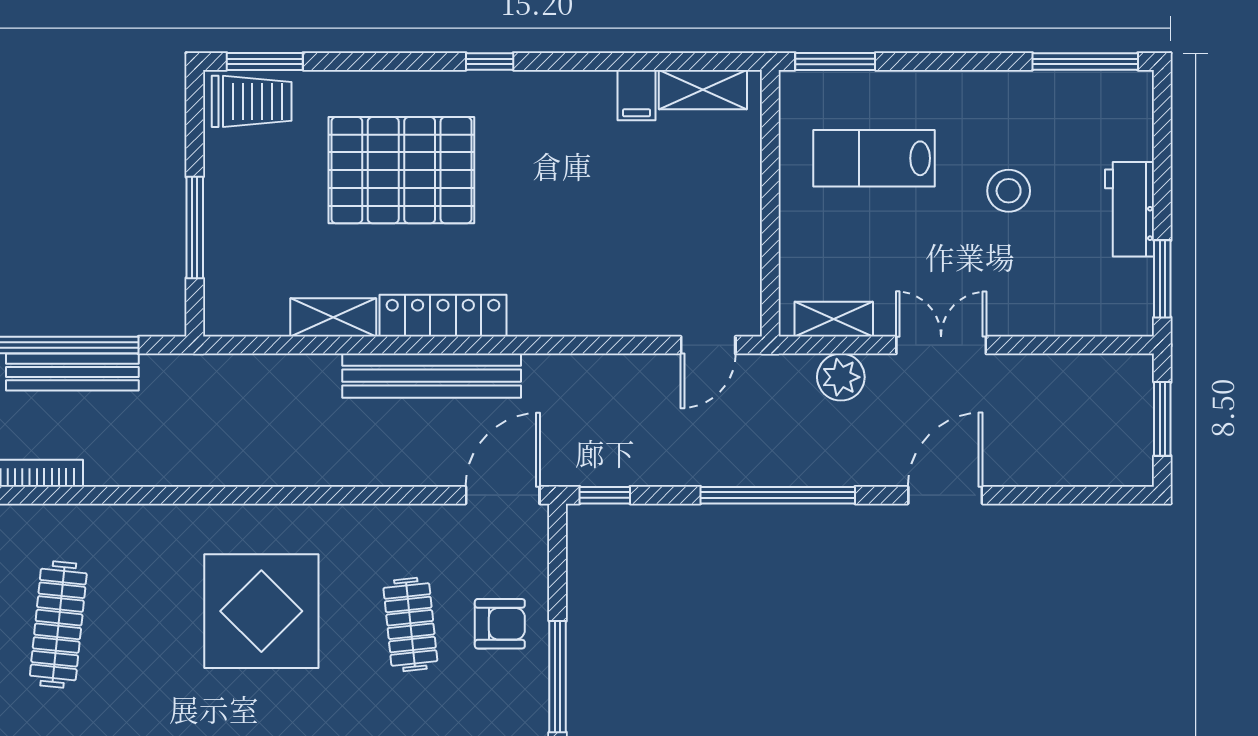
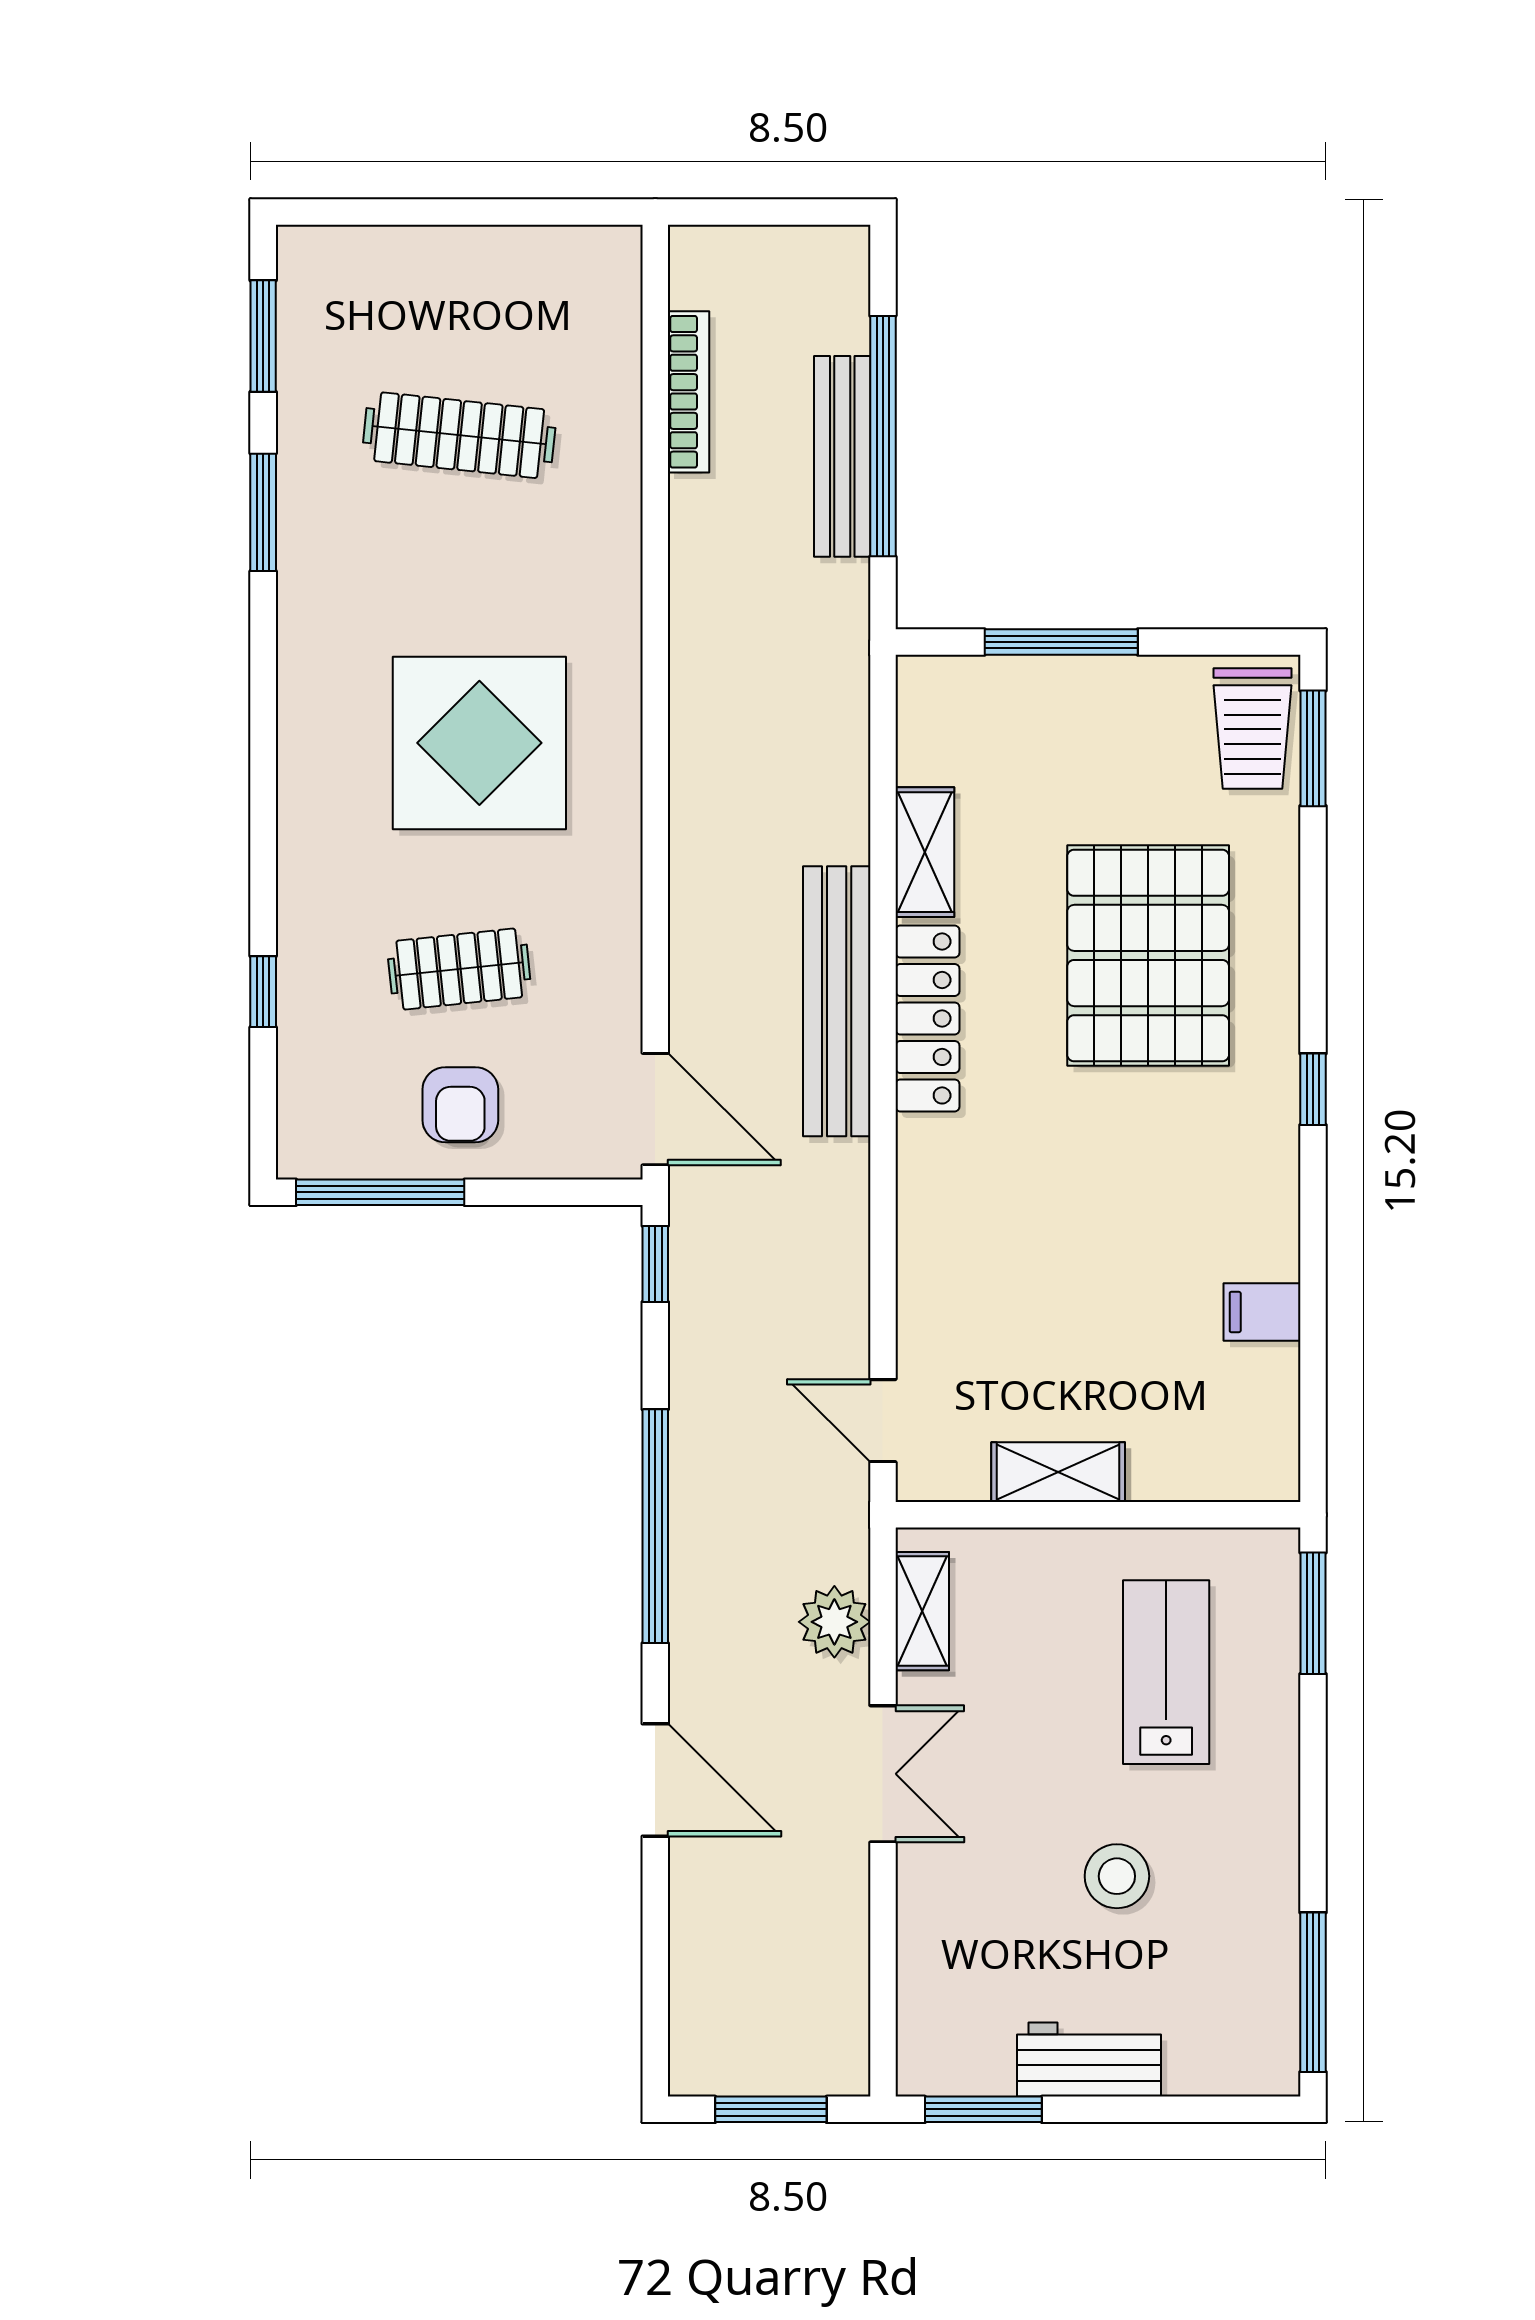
shelving: (703, 90) -> (1058, 1472), moved, turned 90

